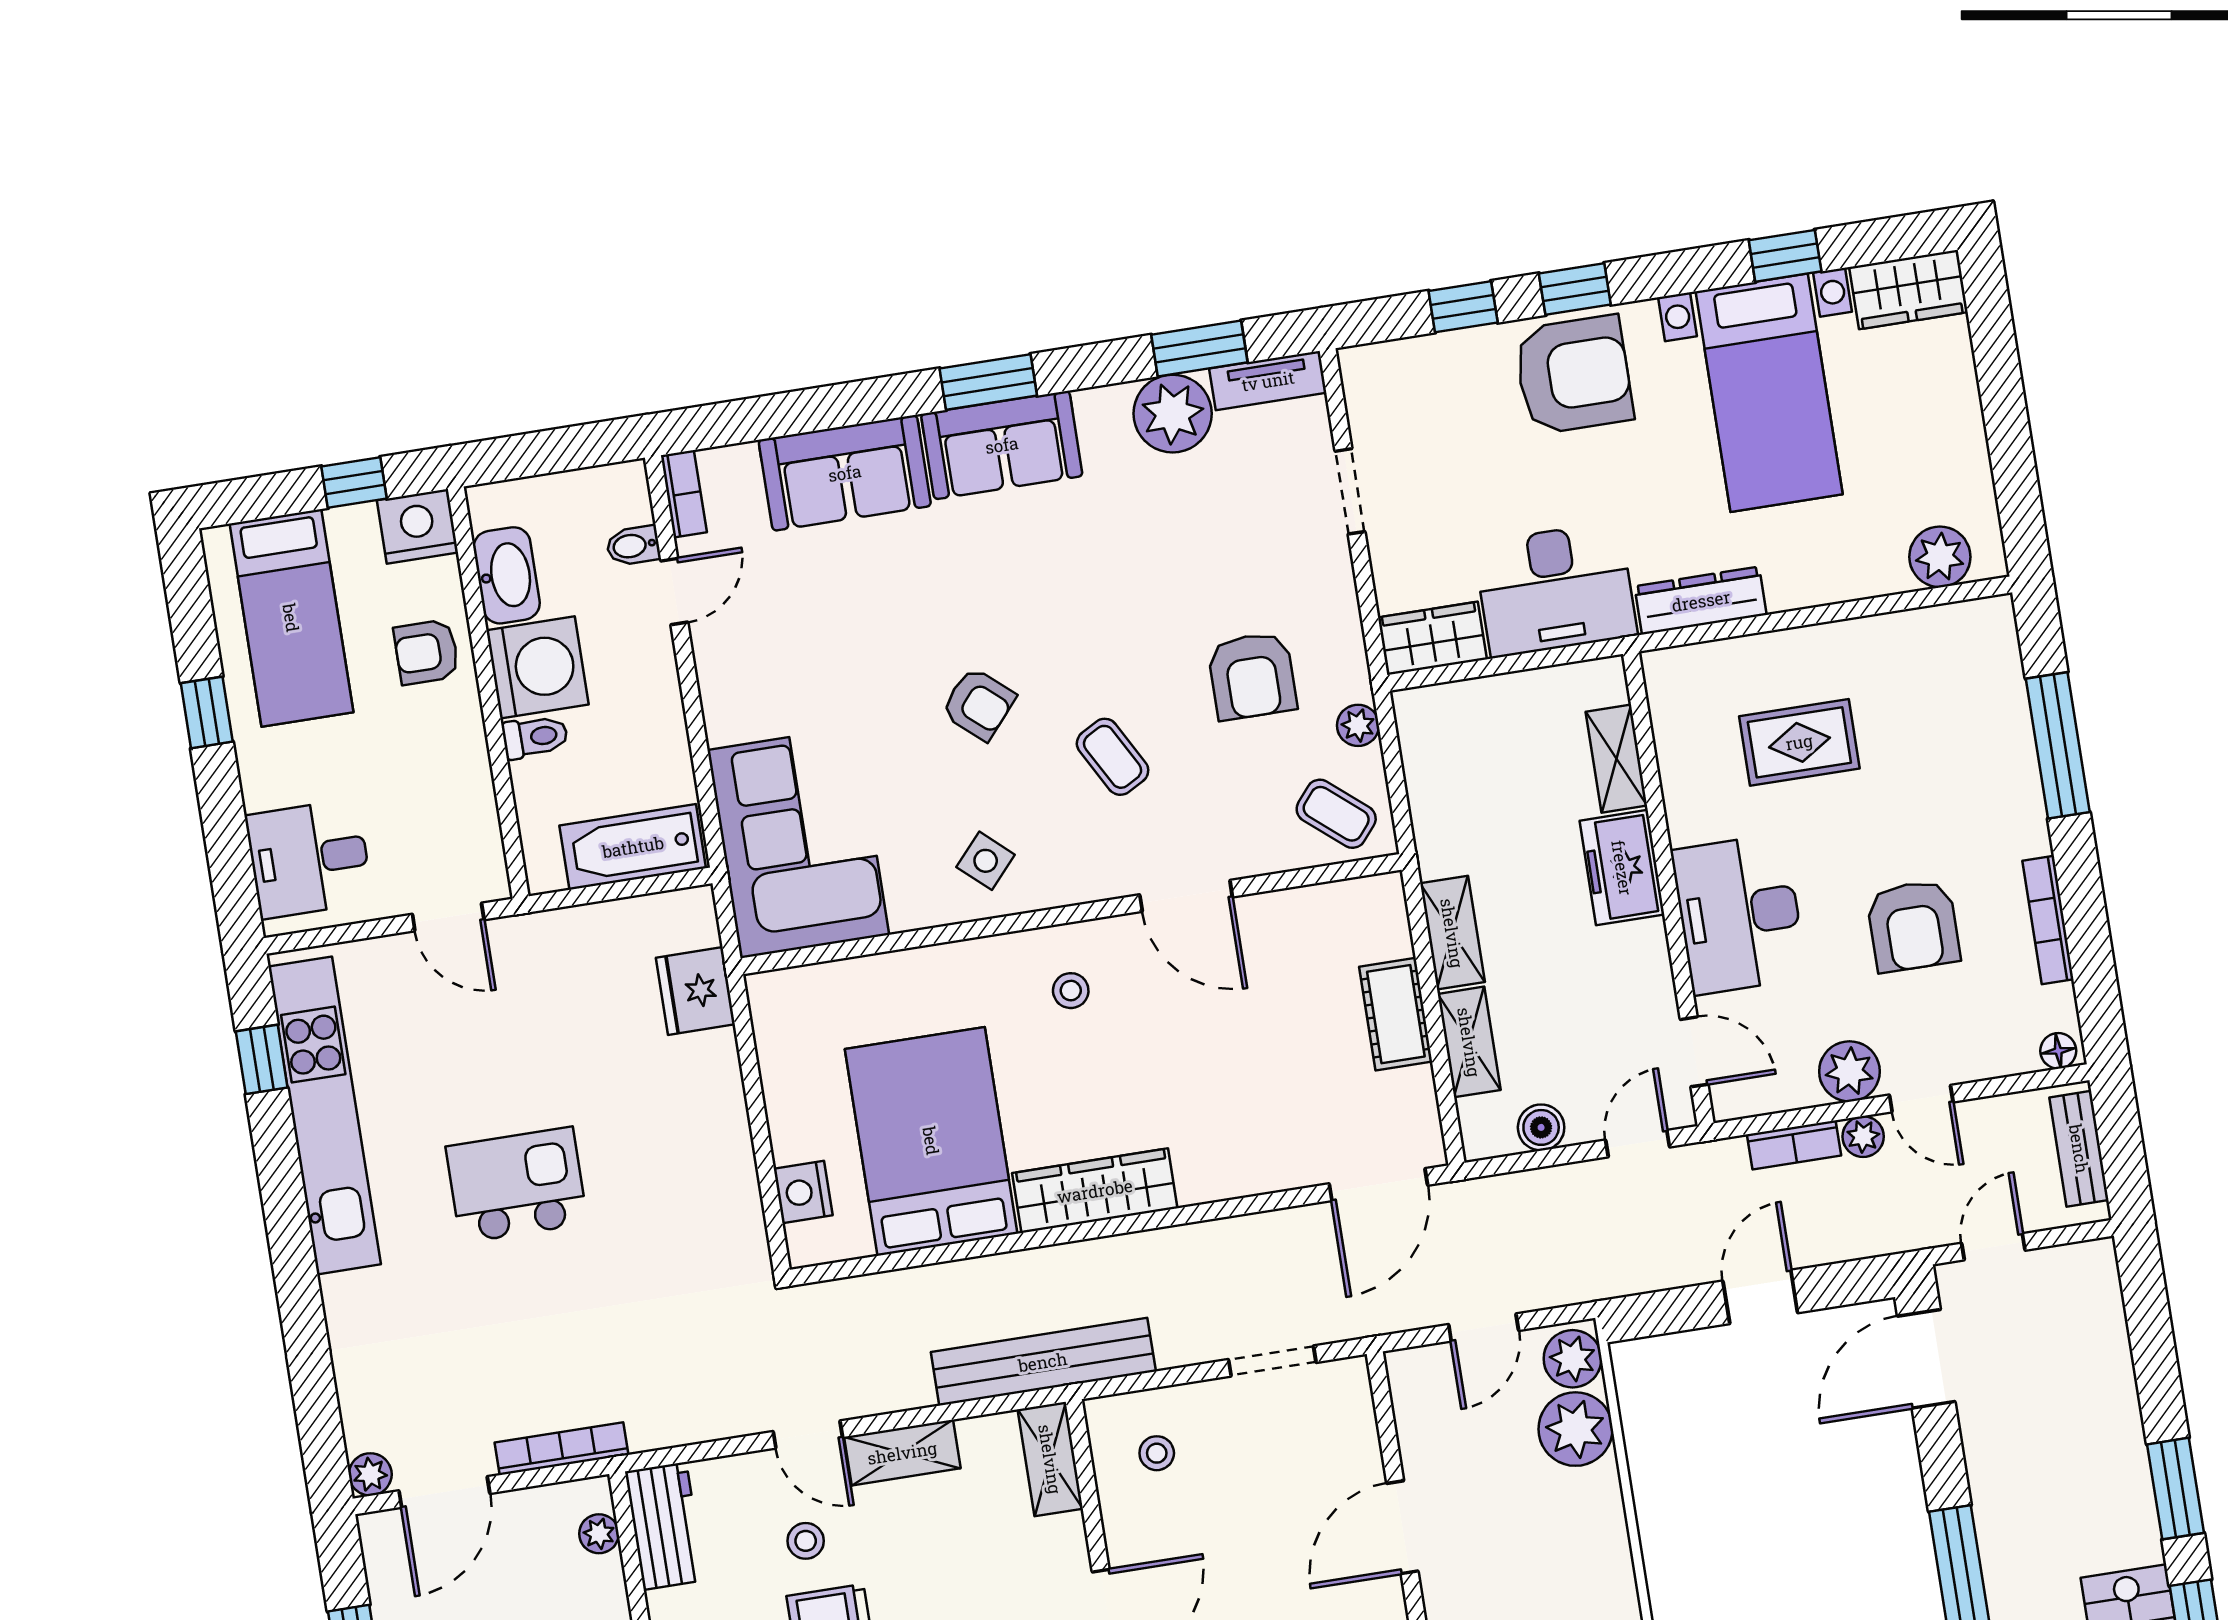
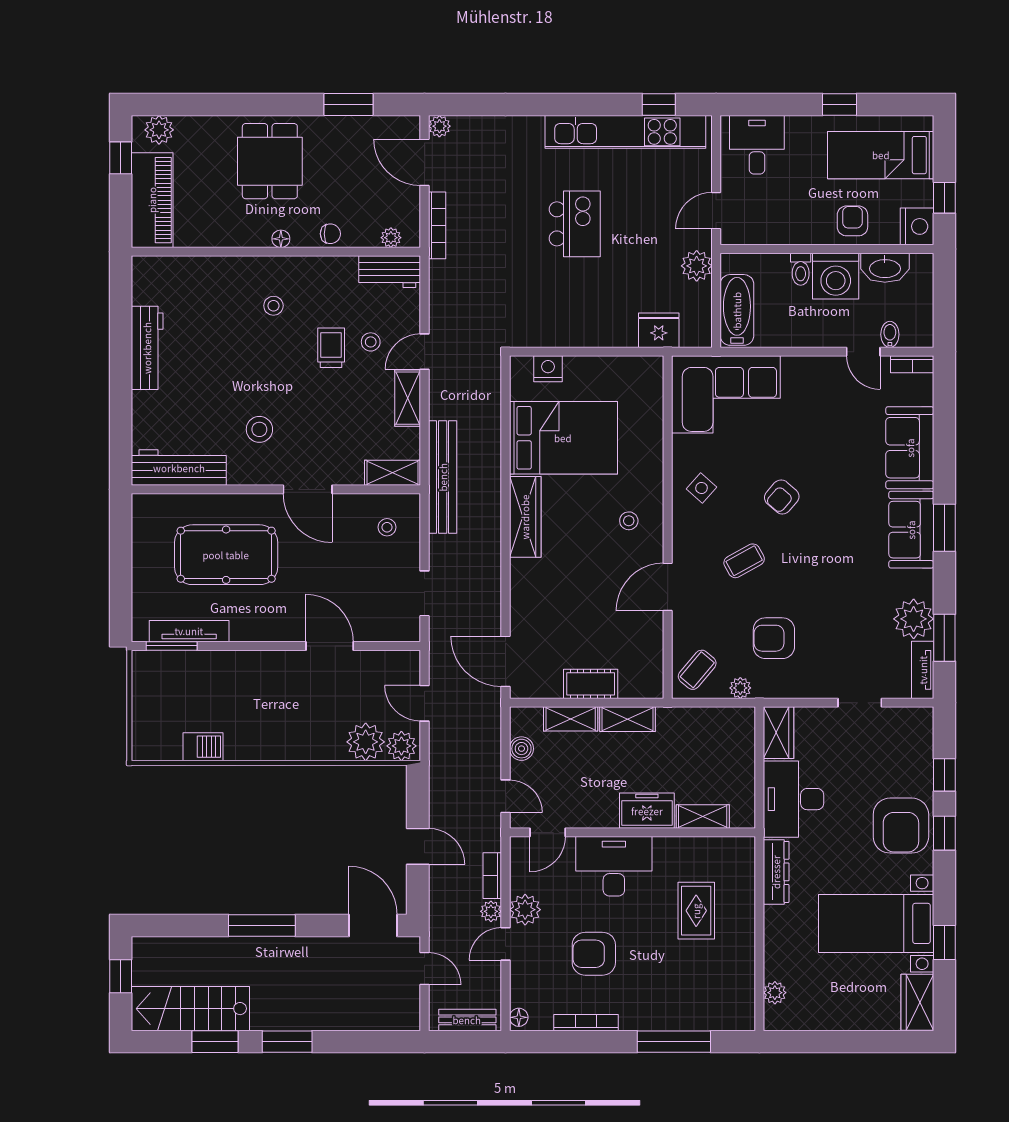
plant: (1940, 557) -> (775, 993), width x0.73, depth x0.73
plant: (560, 938) -> (697, 266), added

